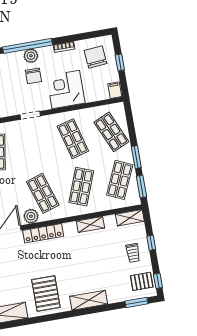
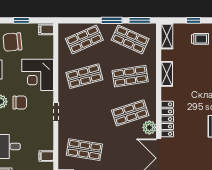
shop shelf: (81, 187) -> (130, 76), turned -30

